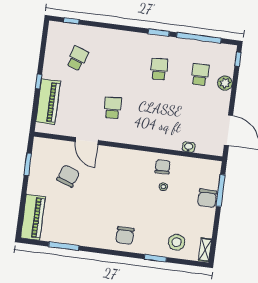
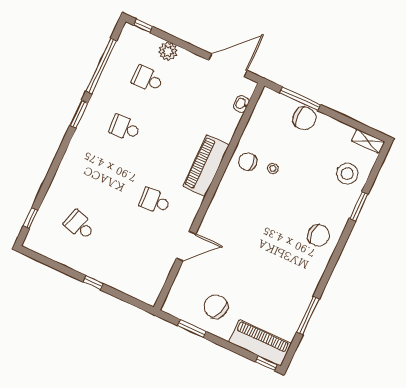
piano: (48, 102) -> (206, 166), moved, turned -90
washbasin: (189, 147) -> (241, 104), moved
chair: (68, 176) -> (216, 307), moved
window: (20, 227) -> (266, 363), added

